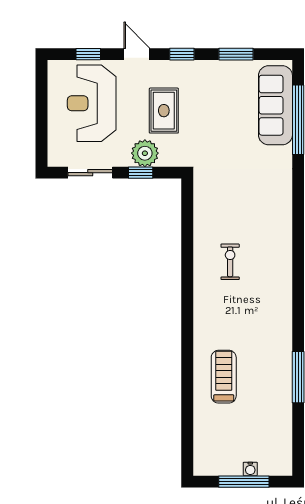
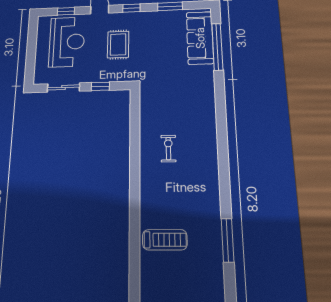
reception desk: (92, 103) -> (67, 42), turned 180
plant: (145, 153) -> (104, 73), removed
treadmill: (224, 377) -> (165, 240), turned 90

